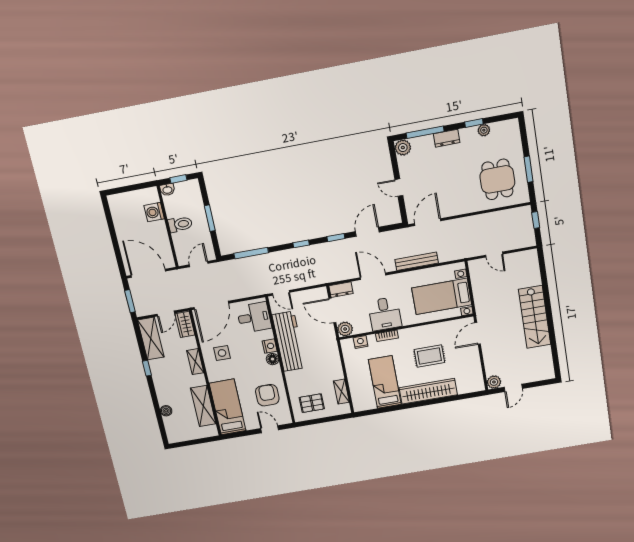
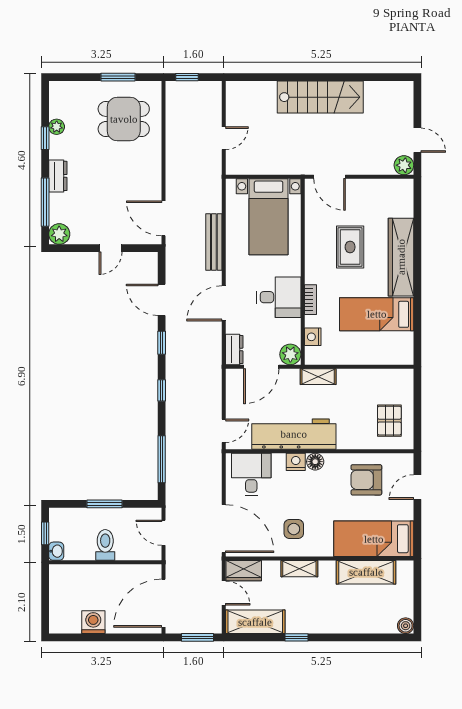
washing machine: (154, 212) -> (93, 622), moved, turned 180
shelving: (341, 392) -> (318, 377), moved
boiler: (166, 411) -> (406, 626), moved

